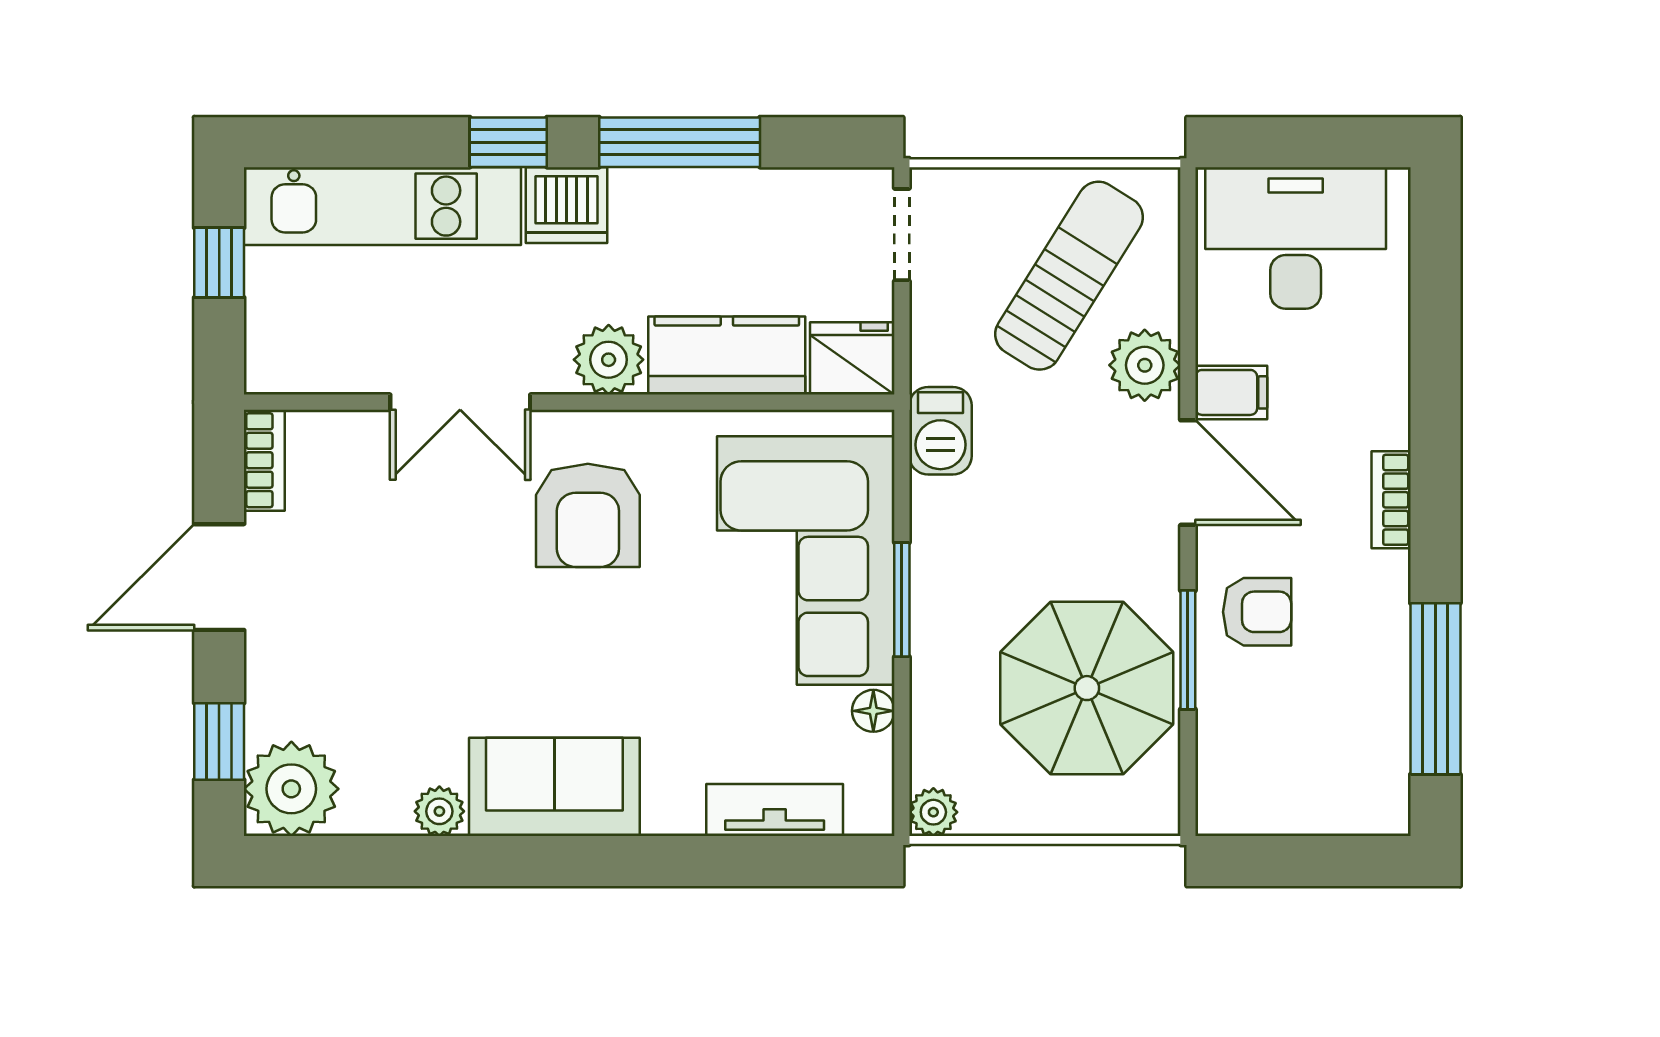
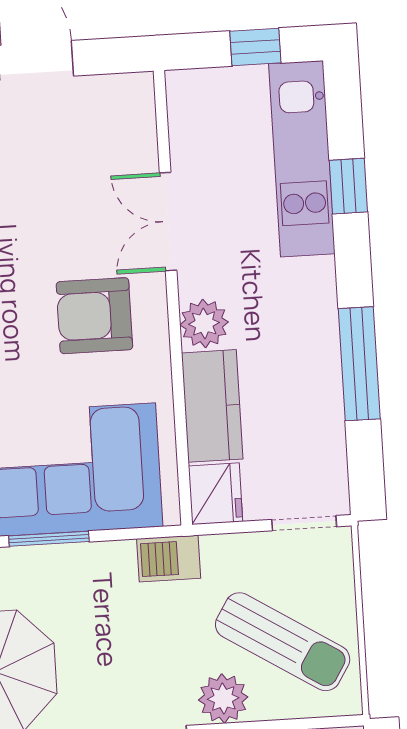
window: (508, 142) -> (348, 186), moved
dishwasher: (566, 205) -> (310, 287), removed
bookcase: (264, 460) -> (119, 87), removed

